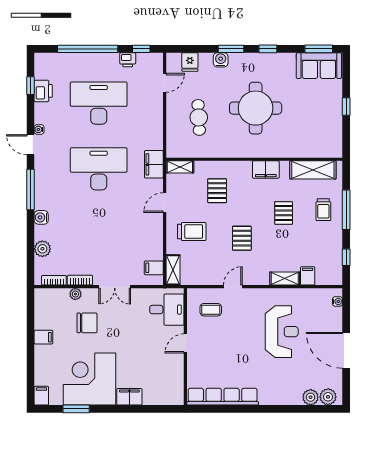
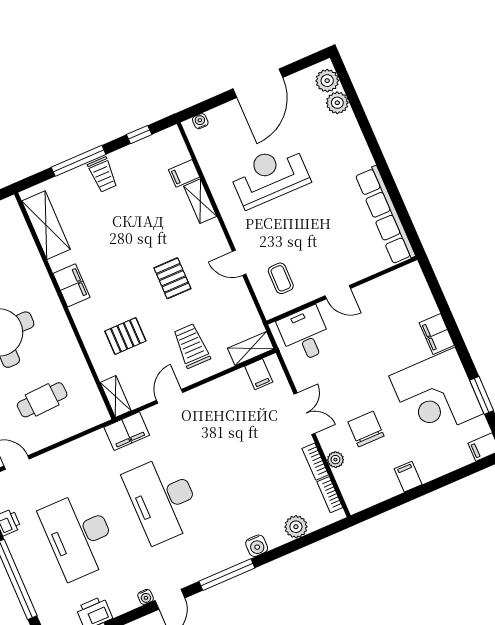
door: (165, 203) -> (170, 396), swing flipped
trolley: (323, 210) -> (103, 175), moved, turned 90
pallet: (284, 213) -> (117, 239), removed
pallet: (242, 238) -> (172, 278), turned 90

